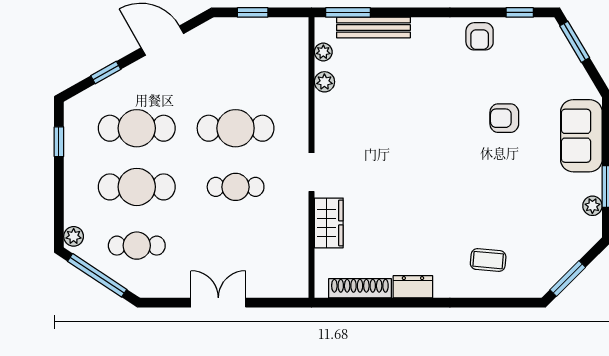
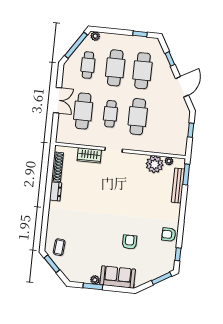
plant: (324, 82) -> (155, 164), width x1.88, depth x1.88
plant: (592, 206) -> (95, 280), moved
cafe table: (236, 246) -> (83, 111), added
coffee table: (488, 260) -> (59, 247), moved

